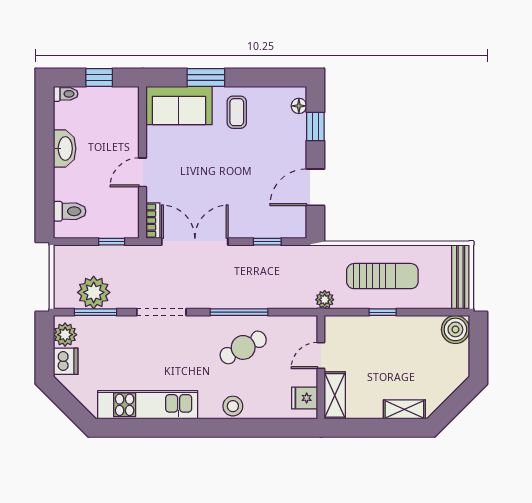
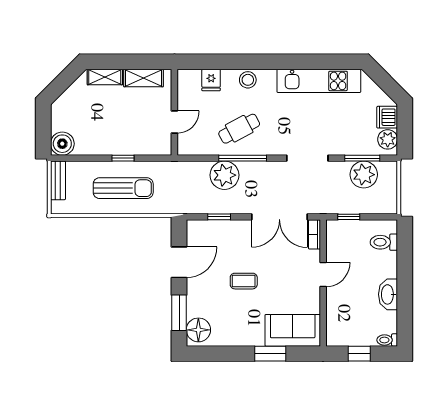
floor lamp: (299, 106) -> (198, 330), width x1.89, depth x1.89
coffee table: (237, 112) -> (244, 281), moved, turned 90
window: (315, 126) -> (179, 313), width x1.50
sun lounger: (382, 276) -> (123, 188), turned 180
bench: (461, 277) -> (58, 180), width x0.73
plant: (325, 300) -> (224, 175), moved, width x1.88, depth x1.88
shelving: (335, 395) -> (143, 78), moved, turned 90
fridge: (305, 398) -> (211, 80), moved, turned 90

